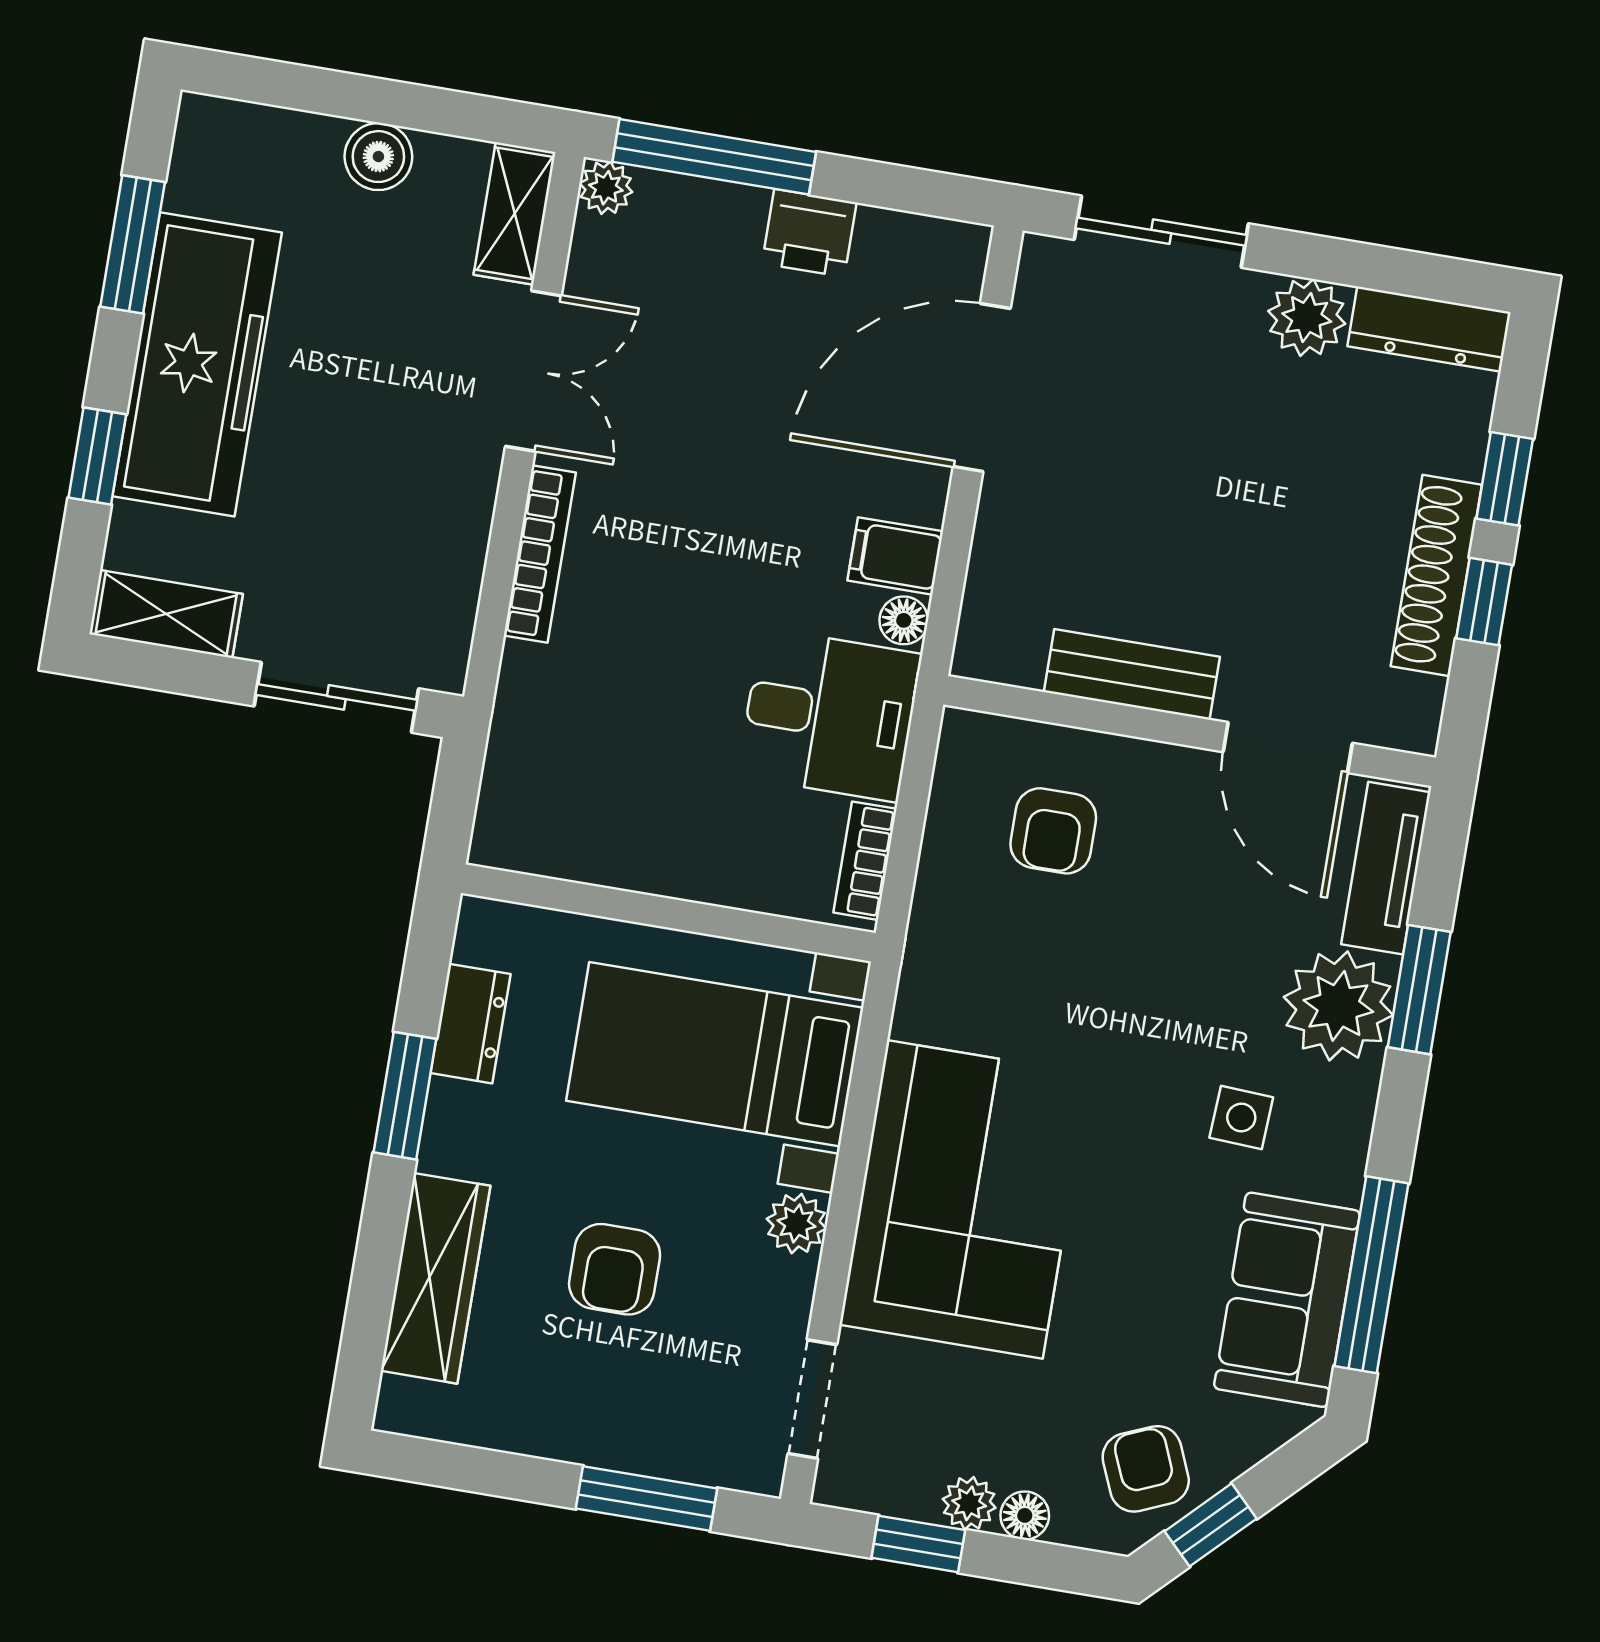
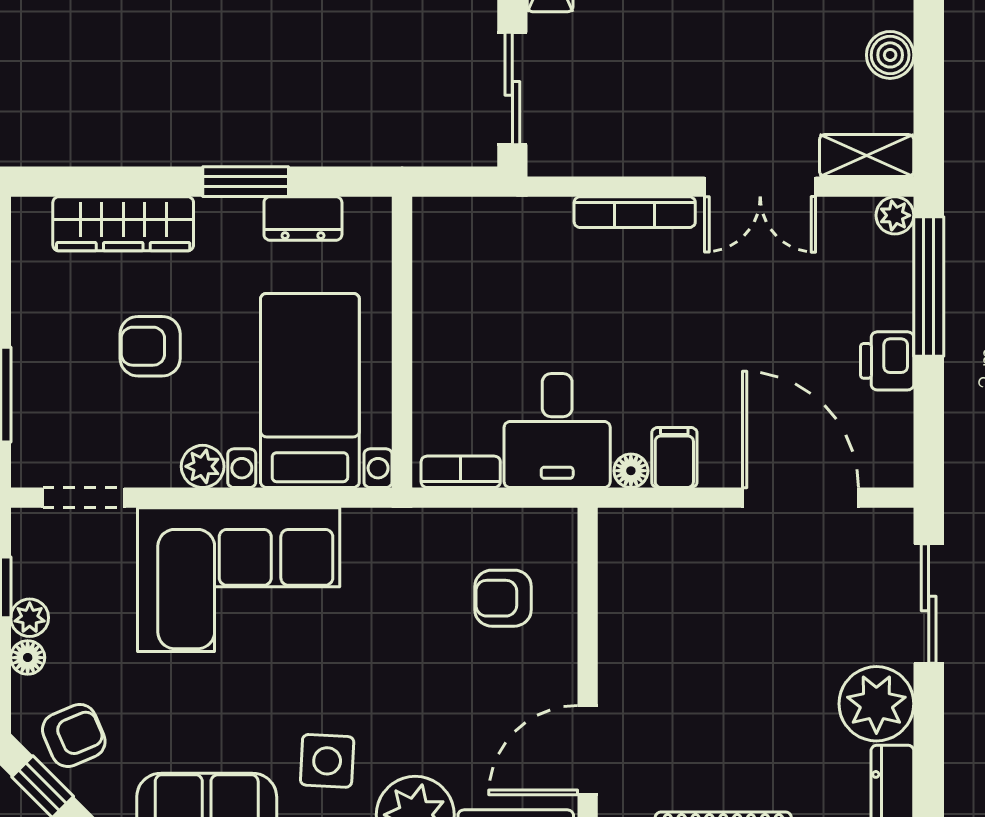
plant: (1307, 317) -> (876, 704), width x1.36, depth x1.36
bench: (1132, 674) -> (620, 634), removed
side table: (1241, 1118) -> (327, 761), width x1.37, depth x1.37

